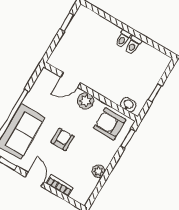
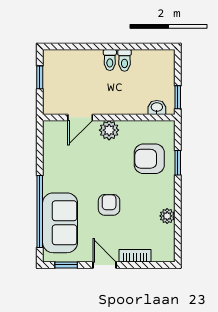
door: (71, 80) -> (80, 117), moved
wall: (91, 92) -> (109, 117), moved
plant: (86, 101) -> (109, 130), moved
washbasin: (128, 105) -> (157, 107), moved

